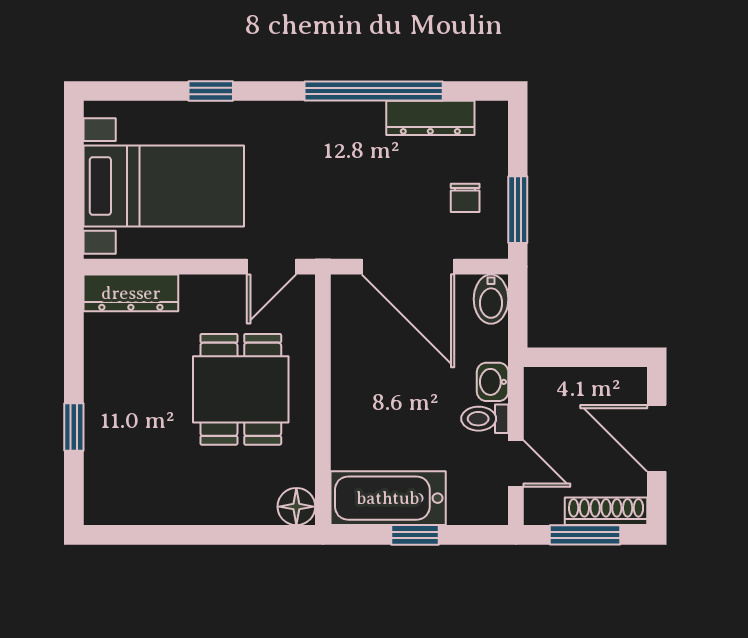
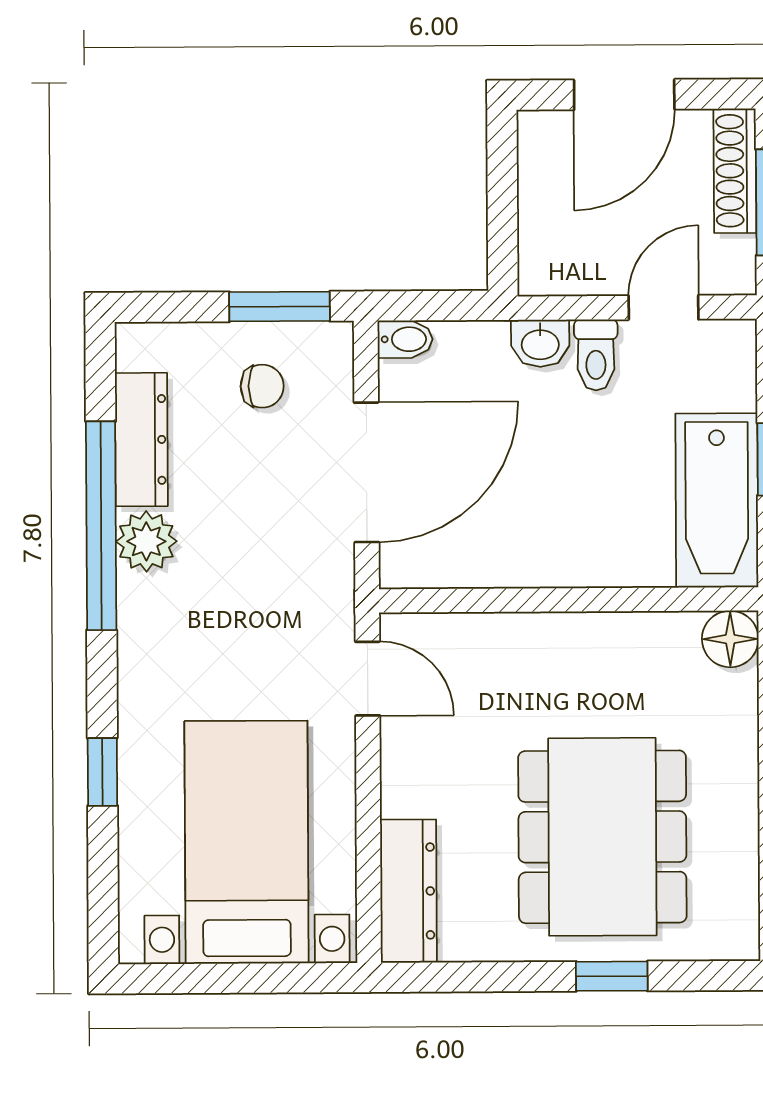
plant: (363, 121) -> (146, 541), added
bidet: (491, 299) -> (405, 339), width x0.72, depth x0.74
dining table: (241, 389) -> (602, 837), moved, width x1.37

